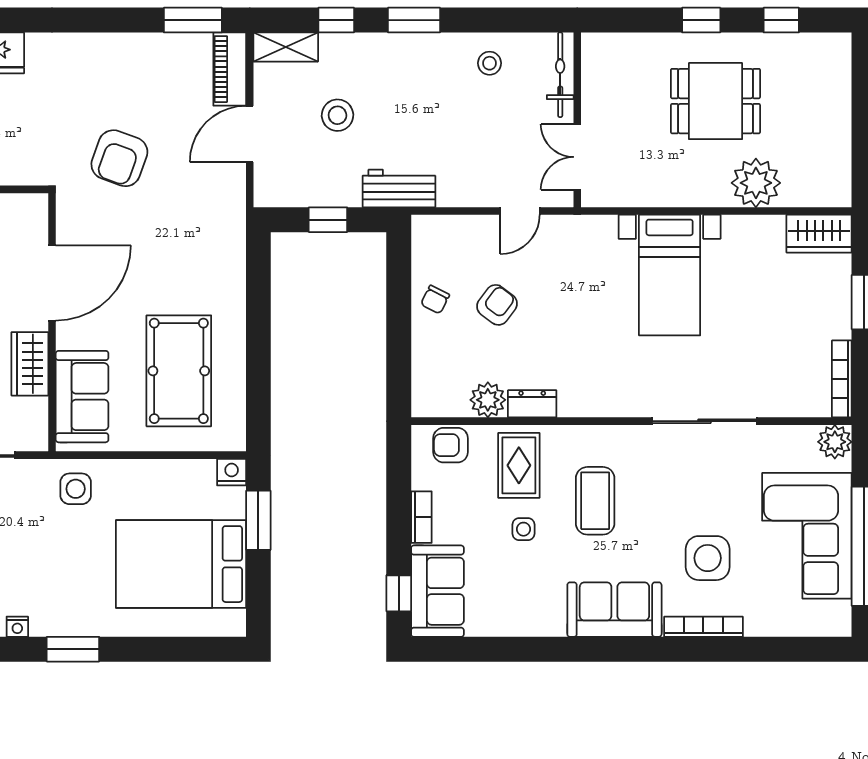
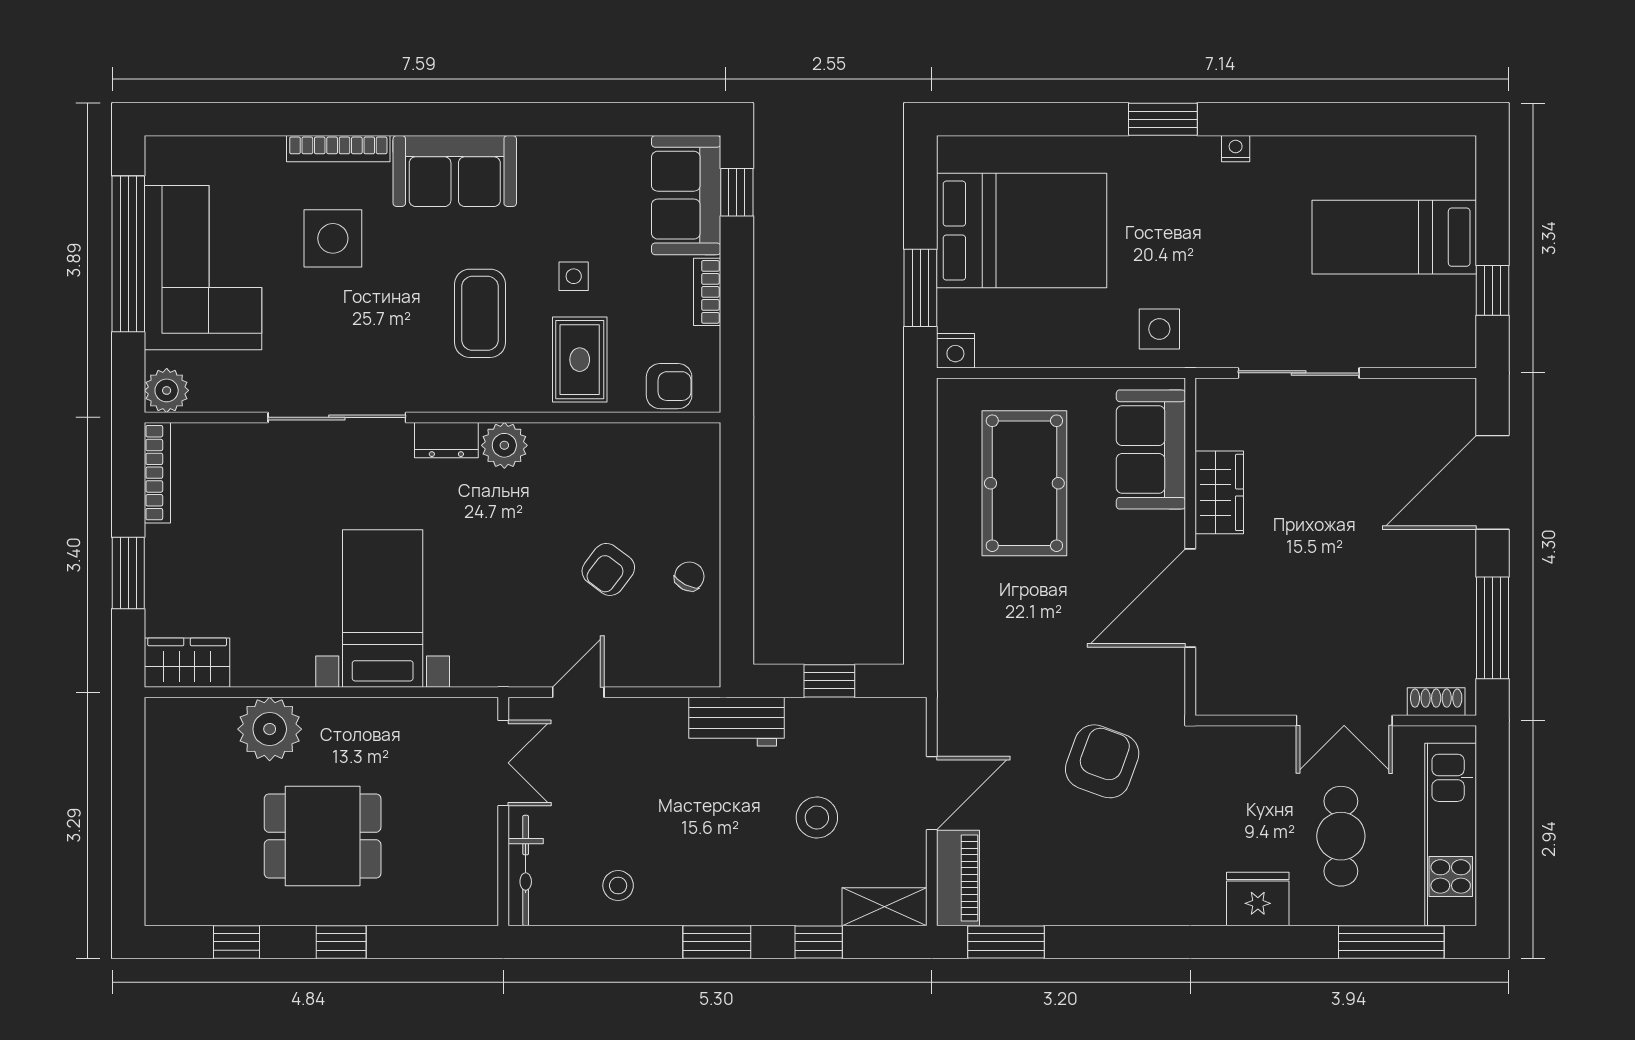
plant: (488, 400) -> (504, 445), moved
dresser: (532, 404) -> (446, 440), moved

